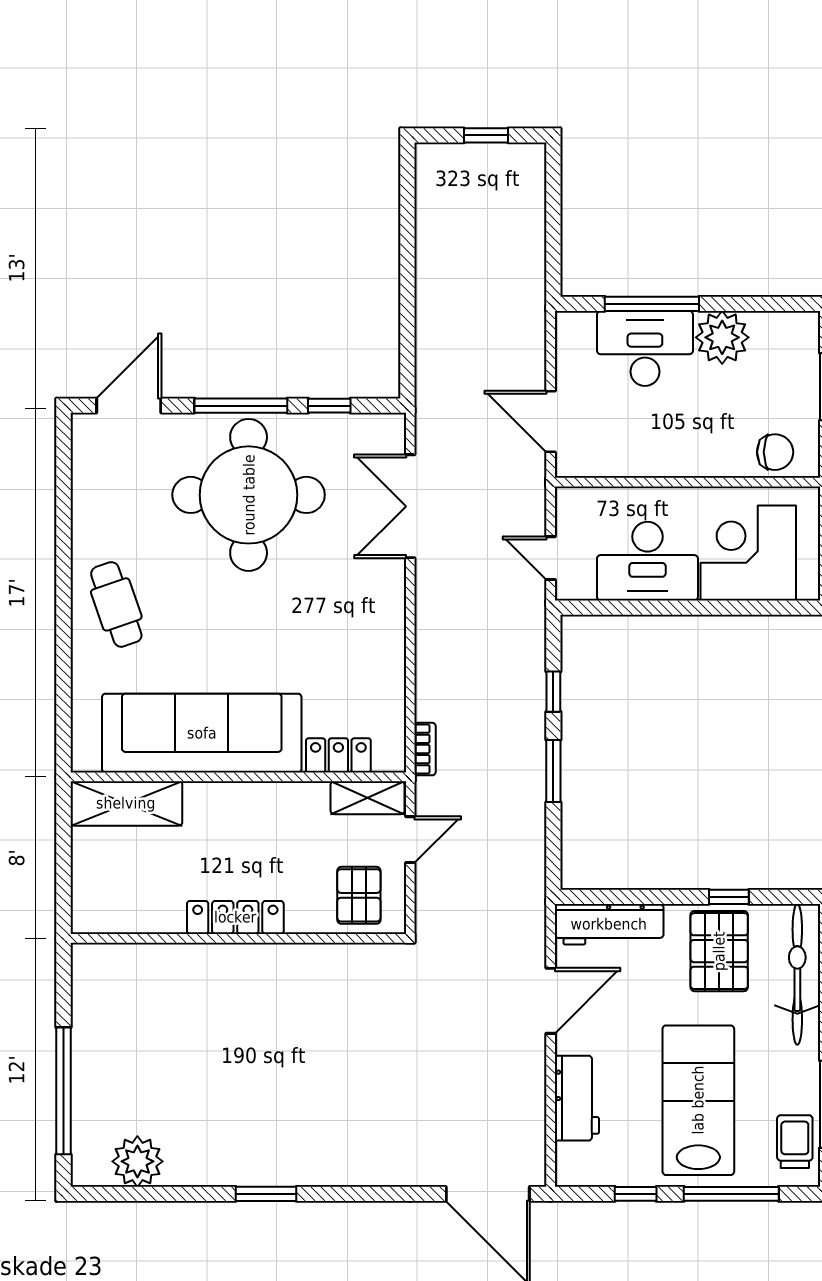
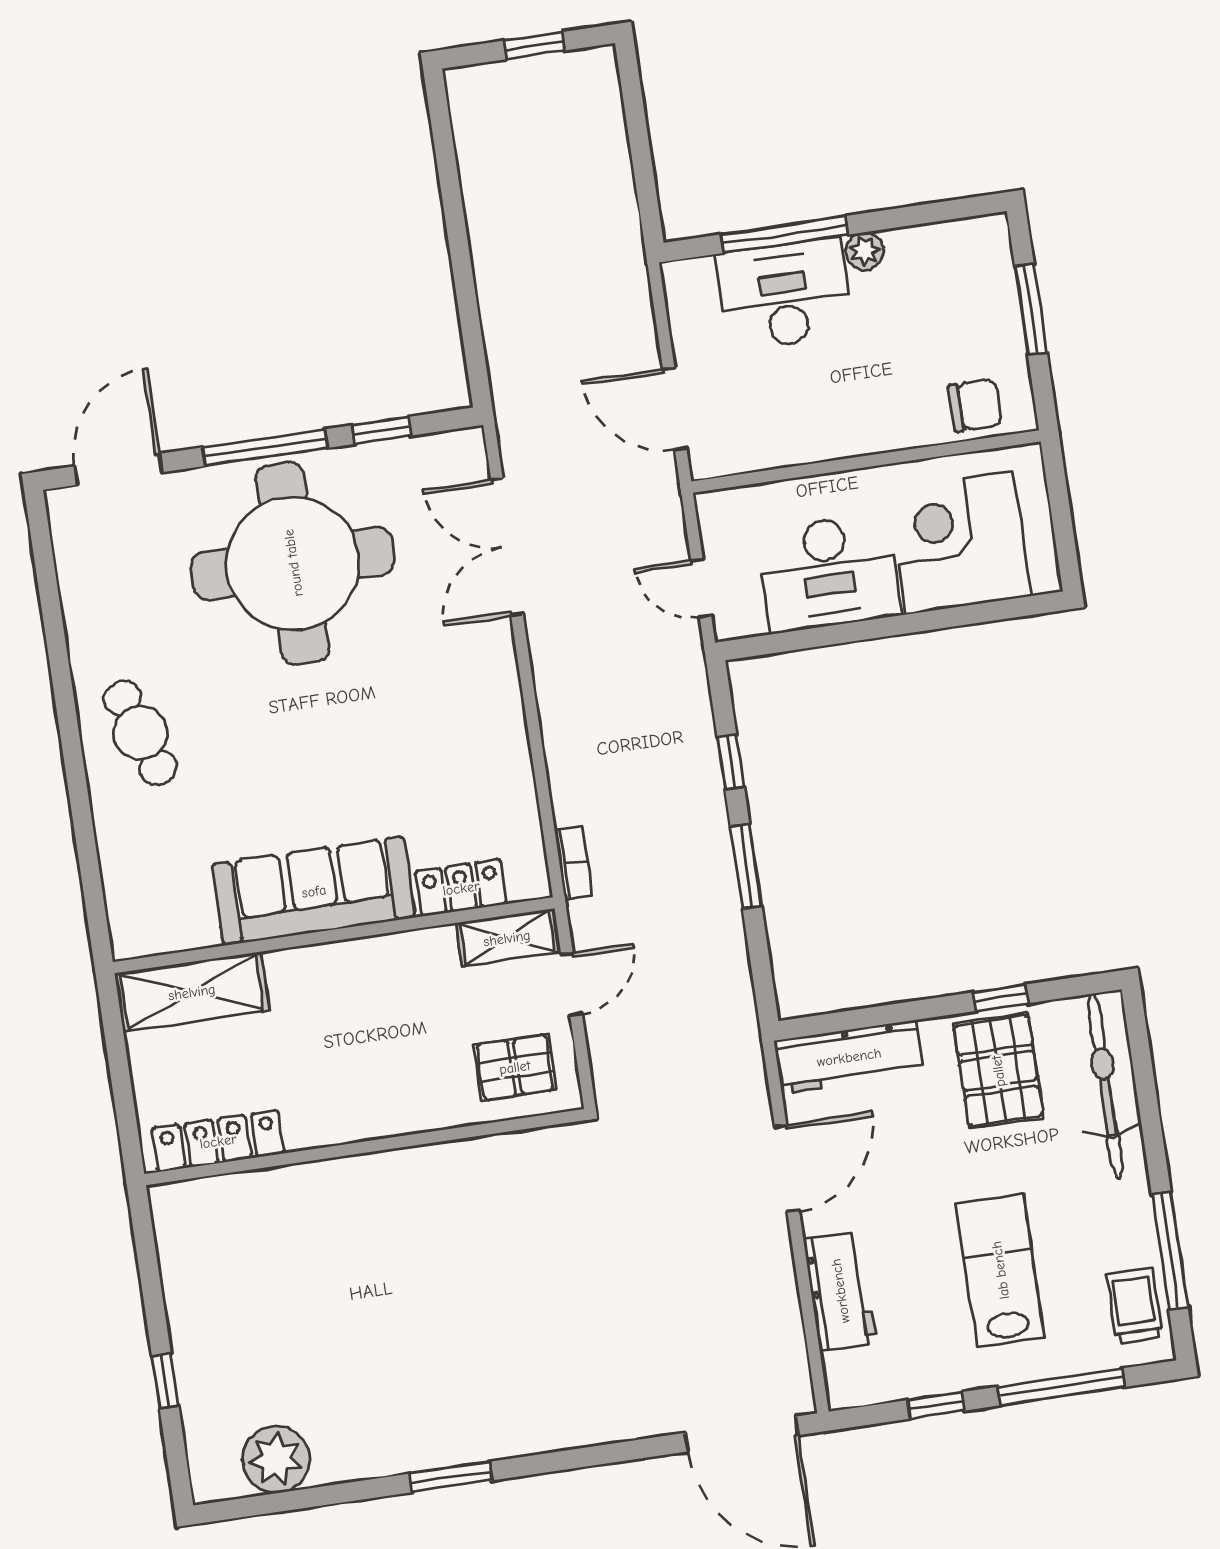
plant: (722, 337) -> (865, 251), width x0.53, depth x0.53
sofa: (202, 733) -> (314, 891), width x0.74, depth x0.79
pallet: (359, 895) -> (515, 1067), turned 90
locker: (235, 917) -> (218, 1141), moved
window: (64, 1091) -> (165, 1381), width x0.32
lab bench: (698, 1100) -> (1000, 1270), width x0.73, depth x0.72

